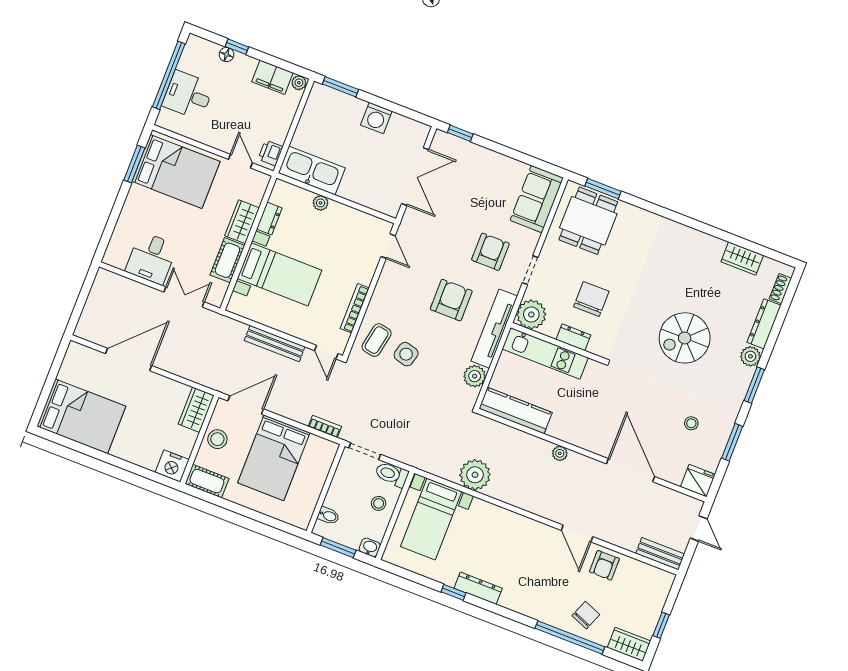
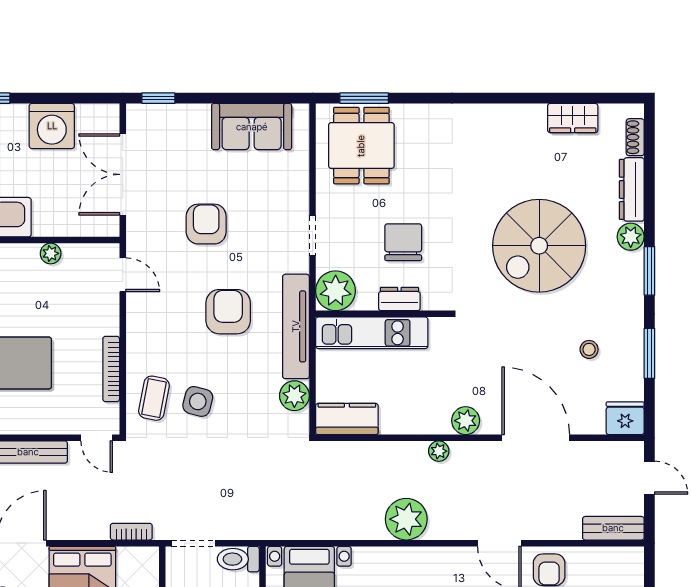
washing machine: (376, 118) -> (52, 126), width x1.37, depth x1.37
double door: (415, 177) -> (123, 174), swing flipped
sofa: (537, 199) -> (252, 127), moved, turned -90
plant: (321, 203) -> (51, 253), moved
armchair: (490, 252) -> (206, 224), moved
spiral stairs: (685, 338) -> (539, 246), width x1.37, depth x1.37
kitchen counter: (516, 411) -> (347, 419), width x0.67
plant: (587, 439) -> (466, 421), added
plant: (475, 475) -> (406, 519), moved

